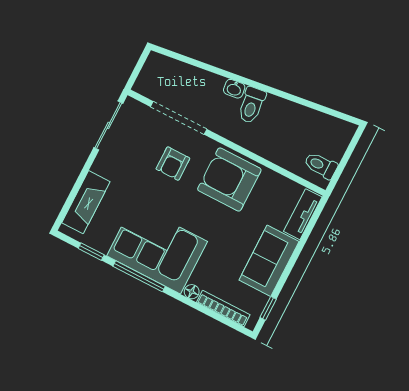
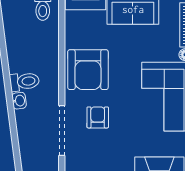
armchair: (173, 164) -> (98, 117), turned -90

